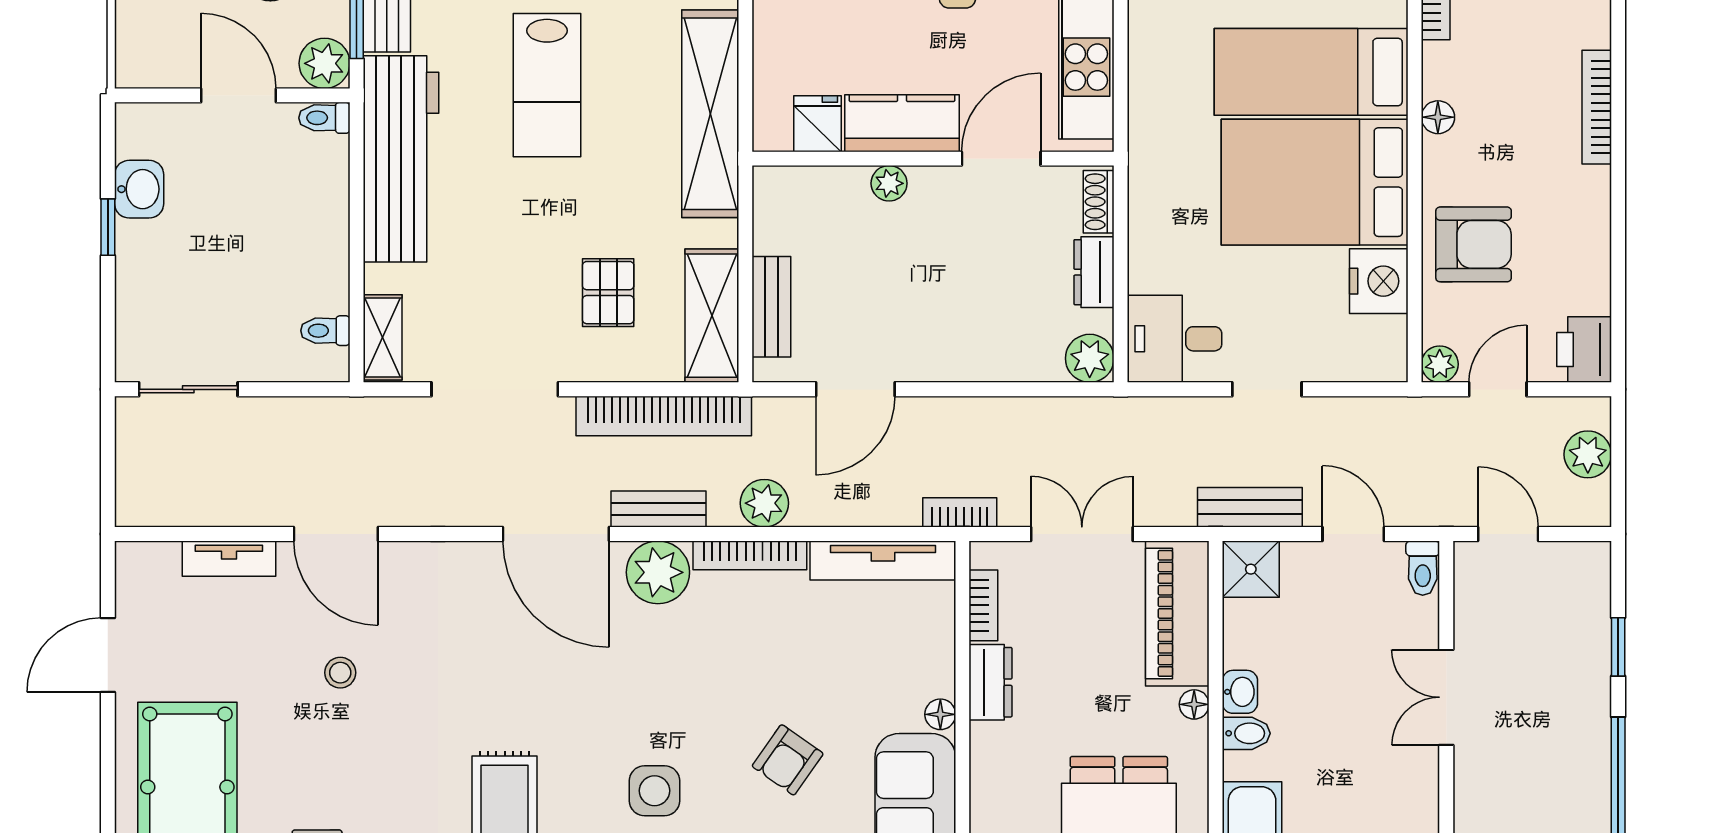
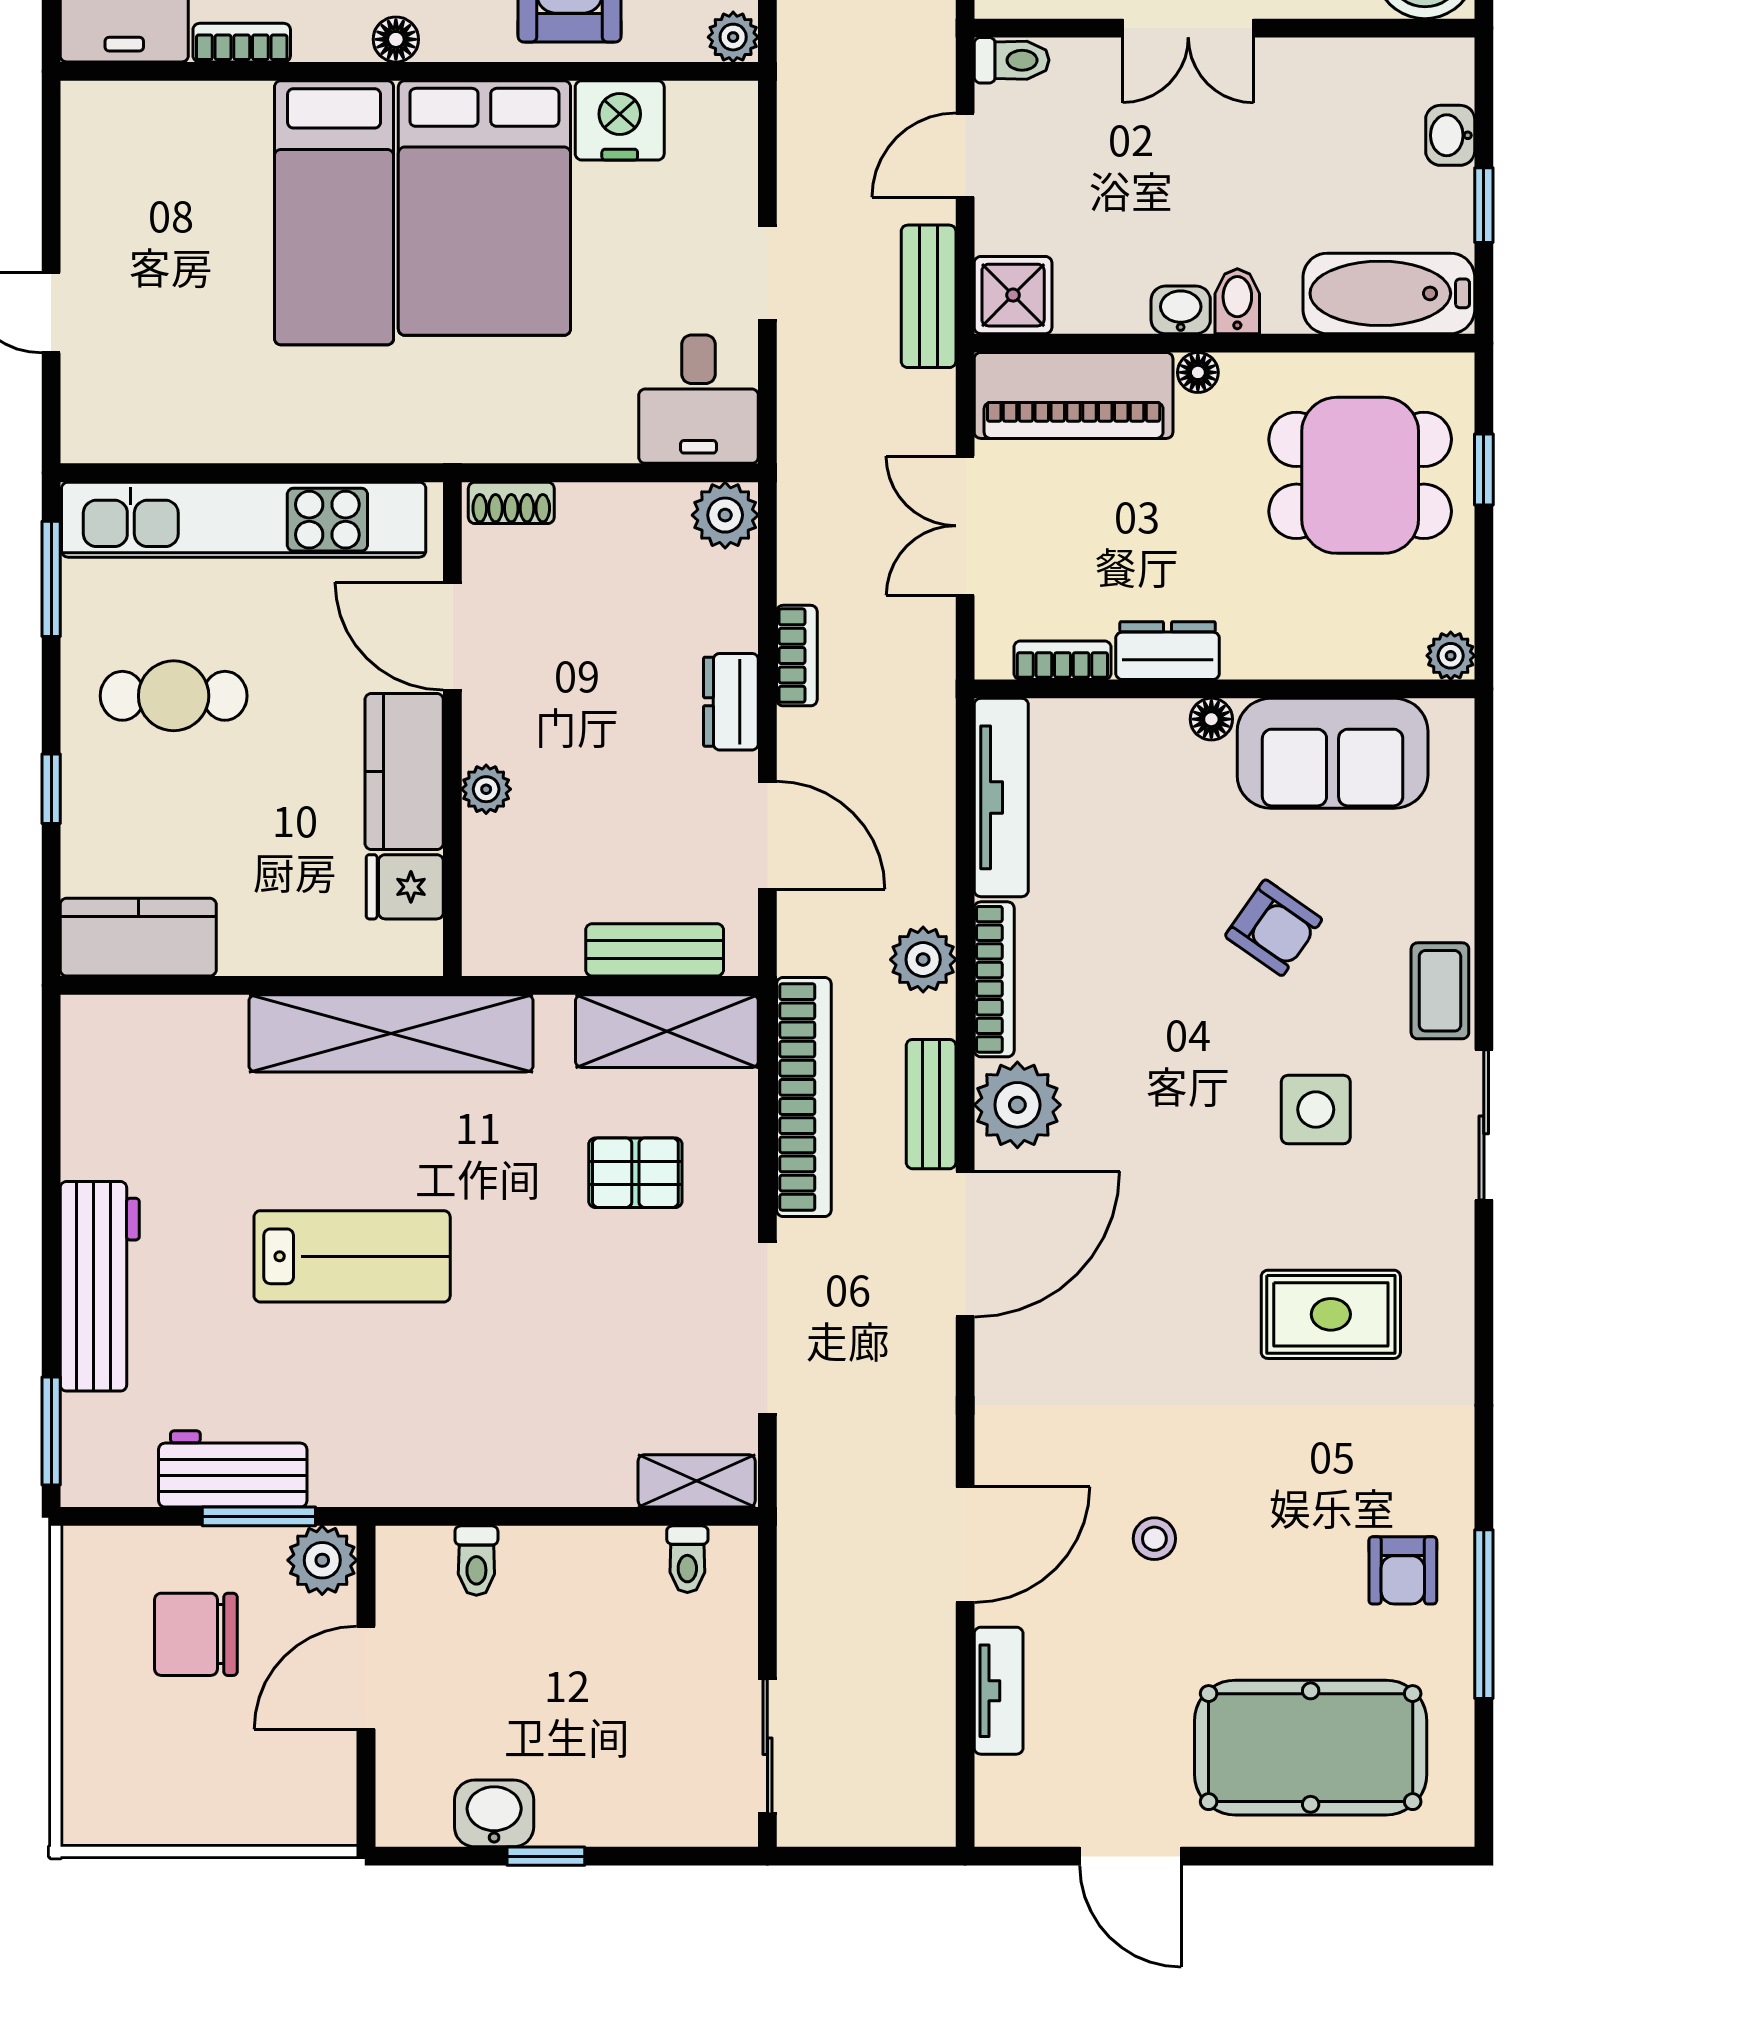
toilet: (324, 118) -> (476, 1561), moved
workbench: (401, 159) -> (453, 1456), removed
dresser: (1094, 272) -> (731, 702), moved, turned 90
bookcase: (960, 512) -> (797, 656), moved, turned 180

